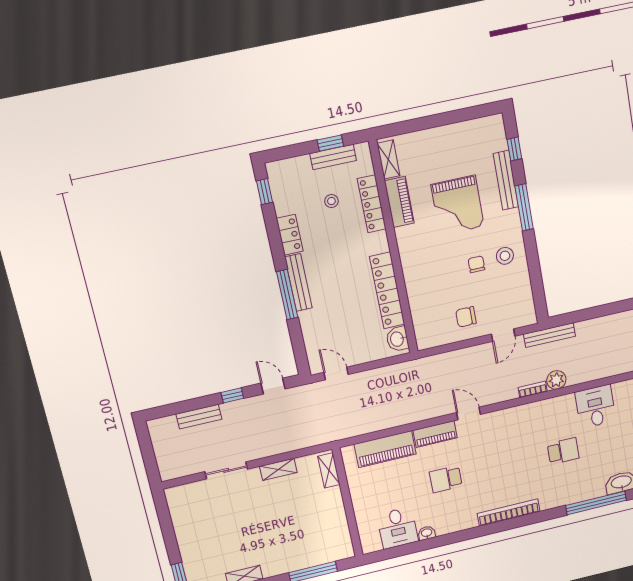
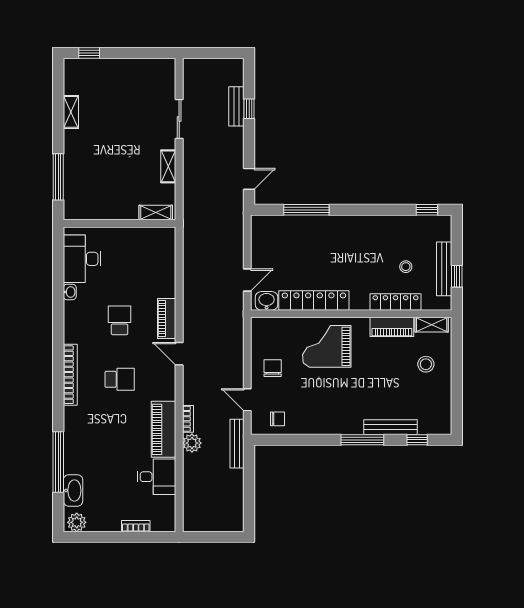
bench: (333, 157) -> (444, 269), width x1.36
grand piano: (458, 205) -> (327, 346), moved
locker: (290, 235) -> (384, 224), removed
stool: (505, 256) -> (426, 364), moved
chair: (476, 264) -> (277, 419), moved
bench: (298, 282) -> (339, 222), removed
window: (287, 295) -> (306, 210), moved
door: (336, 373) -> (247, 280), moved
window: (232, 395) -> (249, 109), moved
door: (469, 414) -> (179, 354), swing flipped
piano: (385, 449) -> (164, 429), moved
school desk: (563, 451) -> (120, 379), moved, turned -90
desk: (398, 528) -> (82, 259), width x1.37

